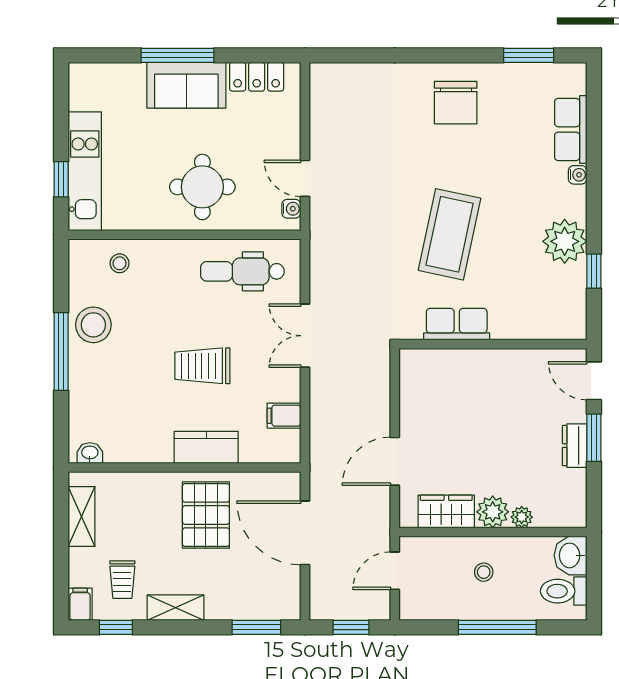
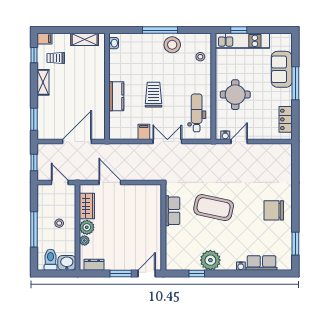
sofa: (186, 85) -> (282, 69), moved
filing cabinet: (284, 416) -> (144, 132), moved
dresser: (575, 446) -> (94, 265), moved
pallet: (206, 515) -> (85, 96), removed

